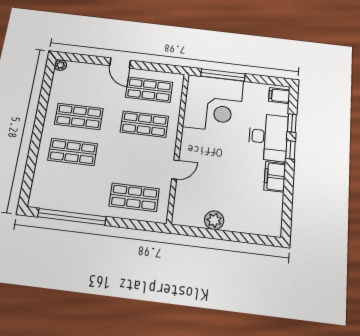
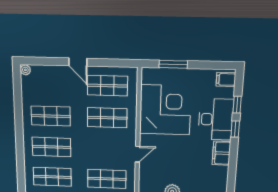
window: (223, 75) -> (173, 64), width x0.69
corner desk: (213, 104) -> (165, 110), moved, turned -90
shop shelf: (66, 189) -> (52, 177), added

